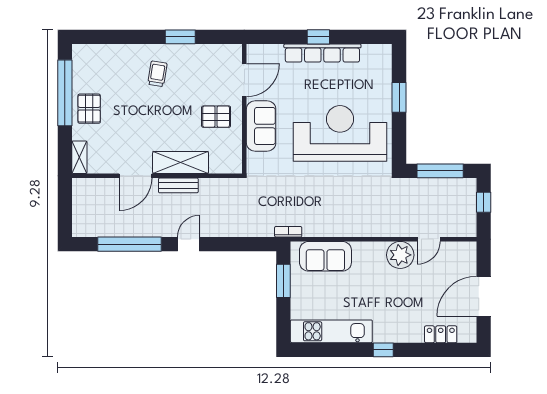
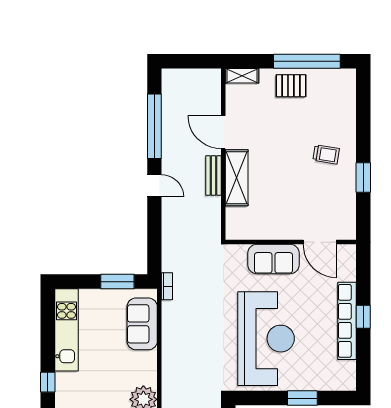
pallet: (216, 117) -> (283, 214), removed

